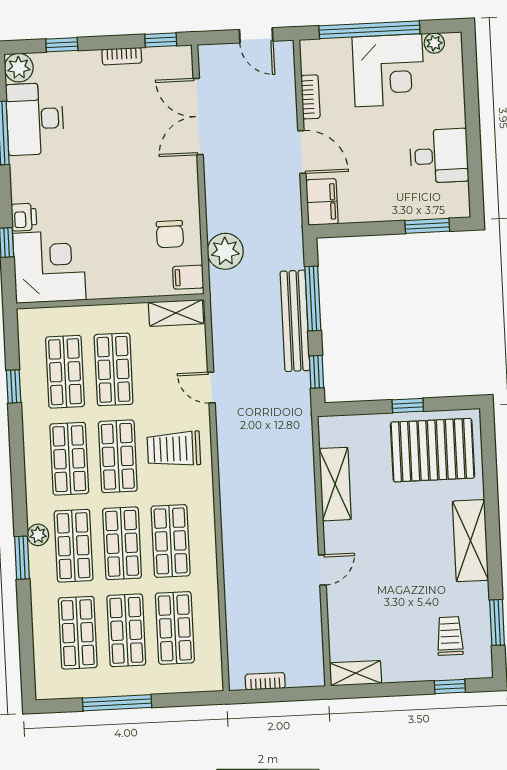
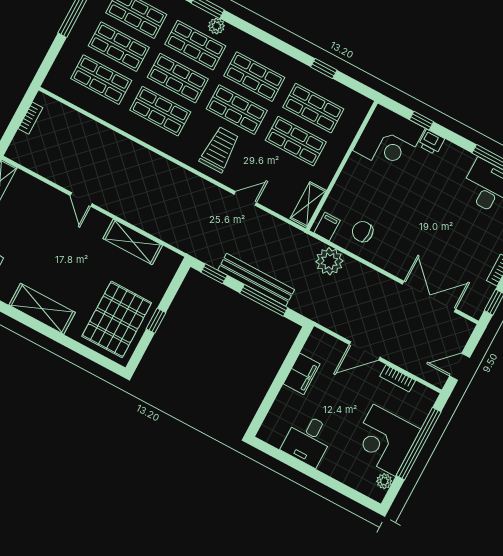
filing cabinet: (322, 202) -> (302, 374), moved, turned -90
window: (427, 226) -> (267, 404), removed

